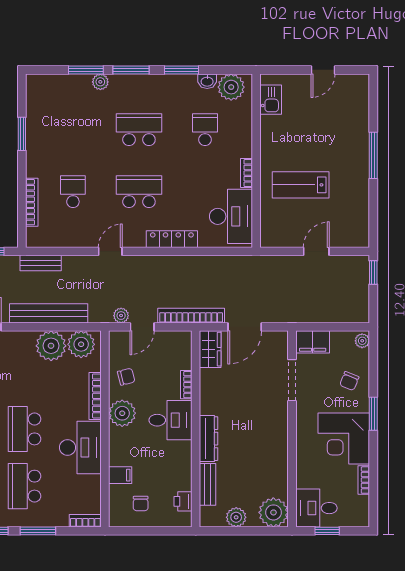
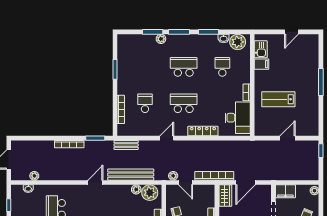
filing cabinet: (272, 125) -> (262, 64), added
door: (142, 327) -> (185, 182), hinge flipped
plant: (51, 346) -> (136, 189), width x0.53, depth x0.53

